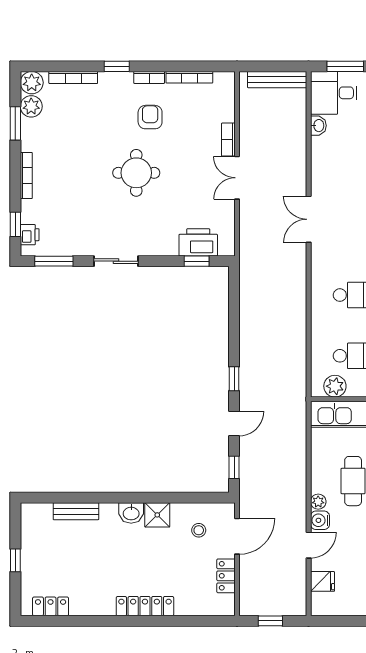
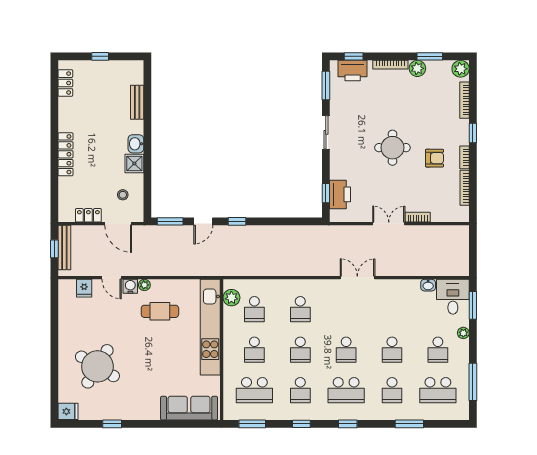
bench: (277, 80) -> (64, 247), moved
plant: (31, 106) -> (417, 68), moved
printer: (30, 235) -> (353, 71), width x1.87, depth x1.48
door: (234, 423) -> (203, 221), hinge flipped
window: (234, 467) -> (170, 221), width x1.50

